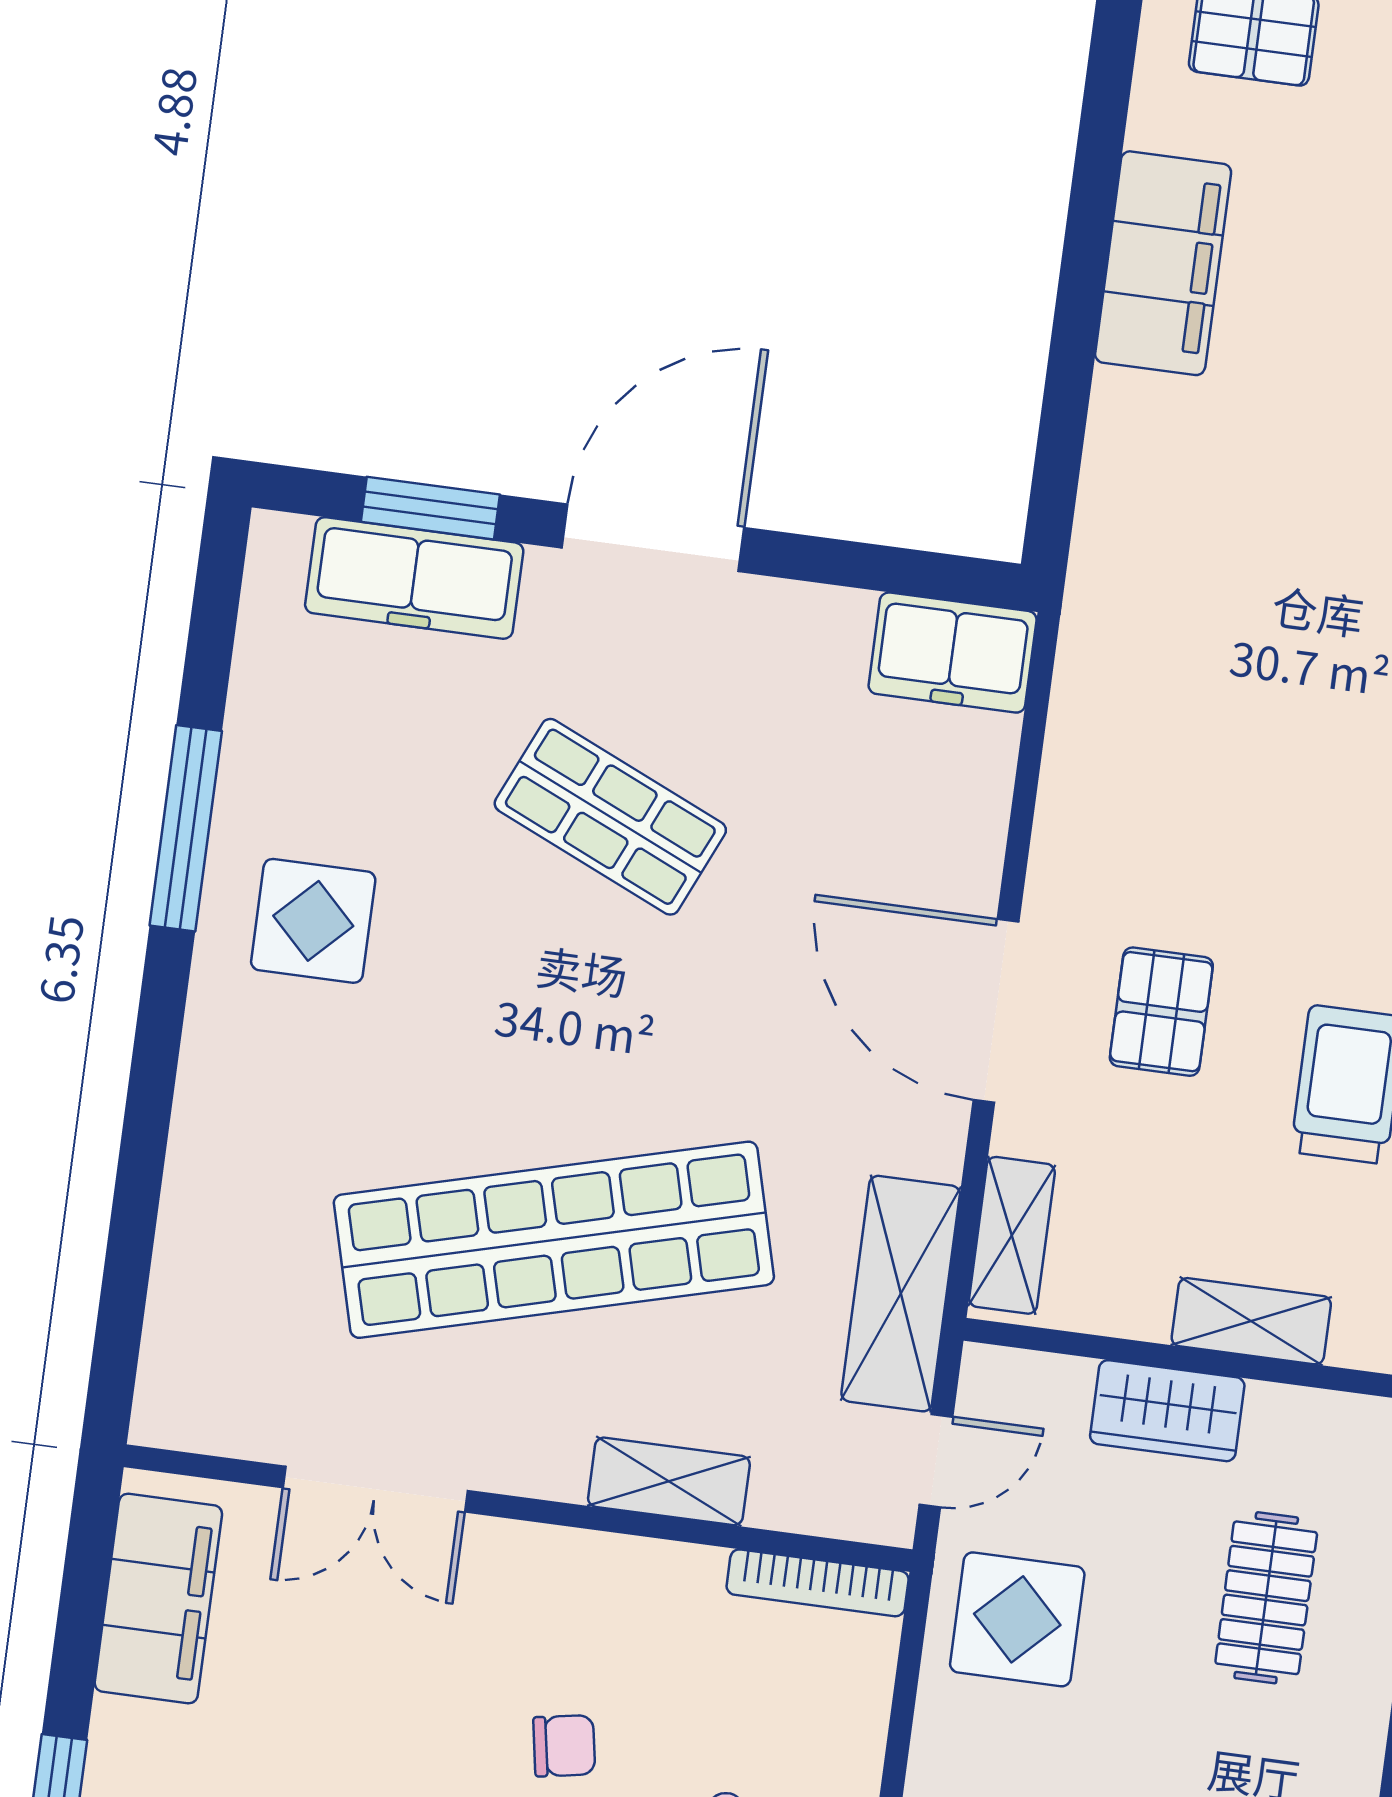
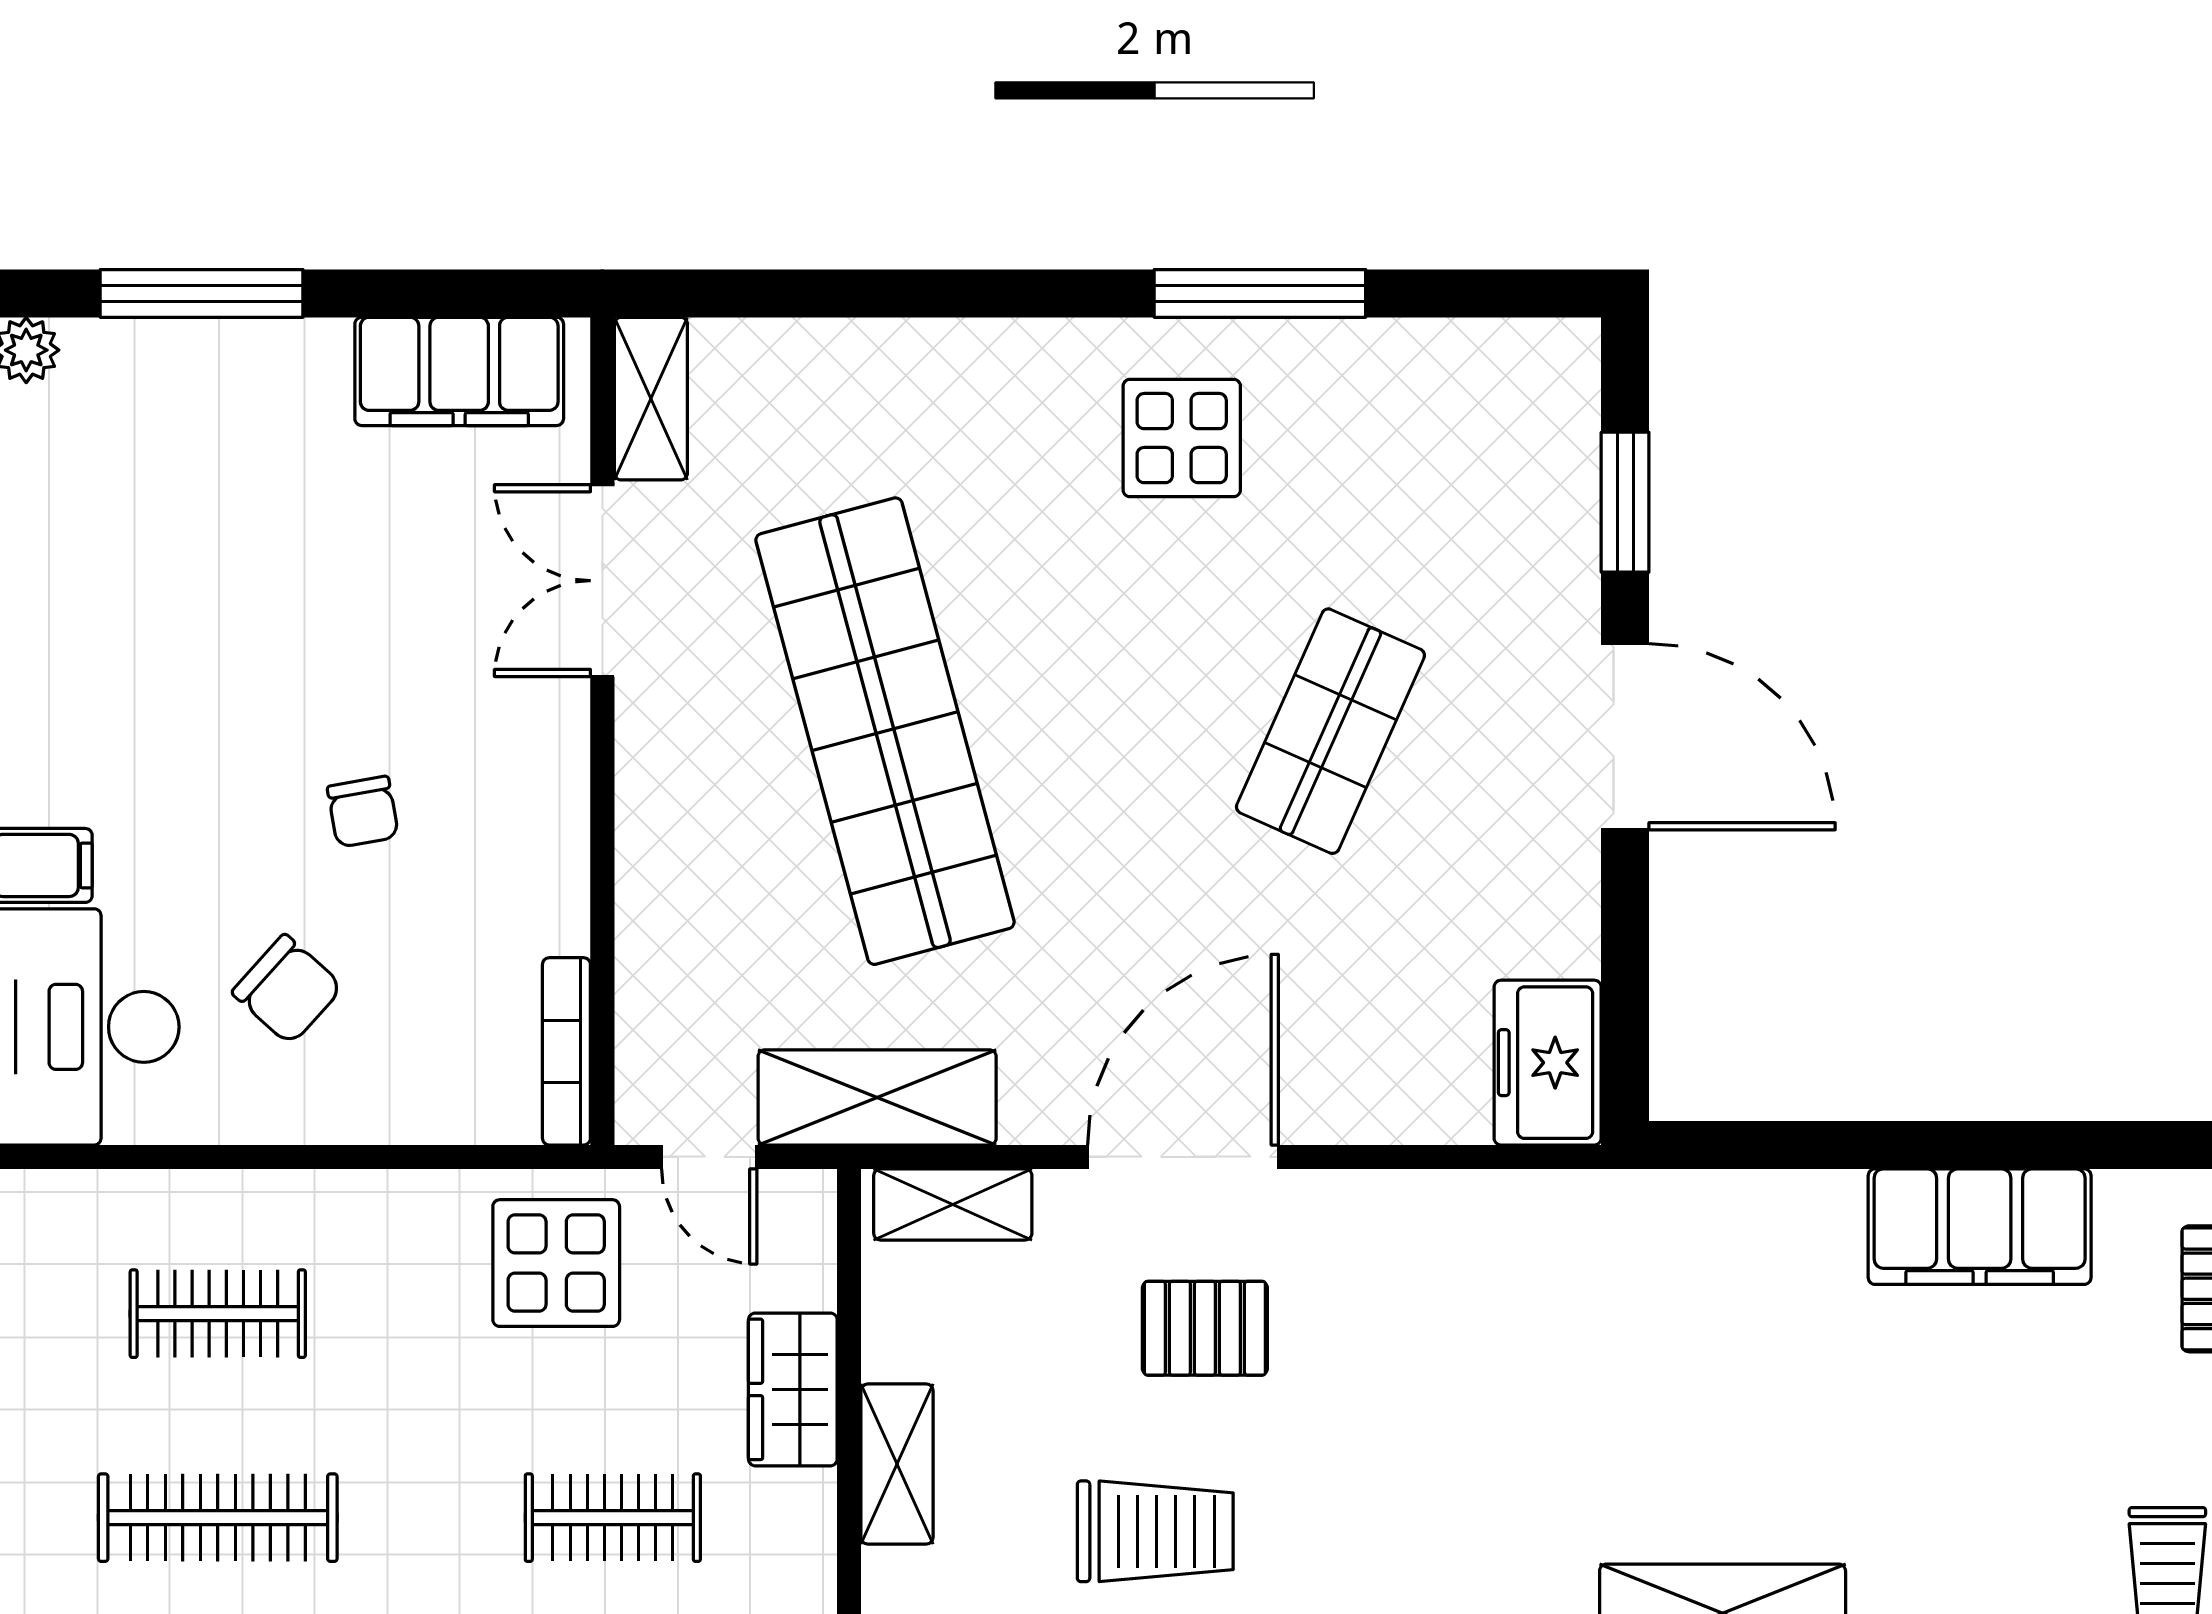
freezer: (414, 578) -> (1550, 495), removed
shelving: (669, 1481) -> (651, 399), moved

